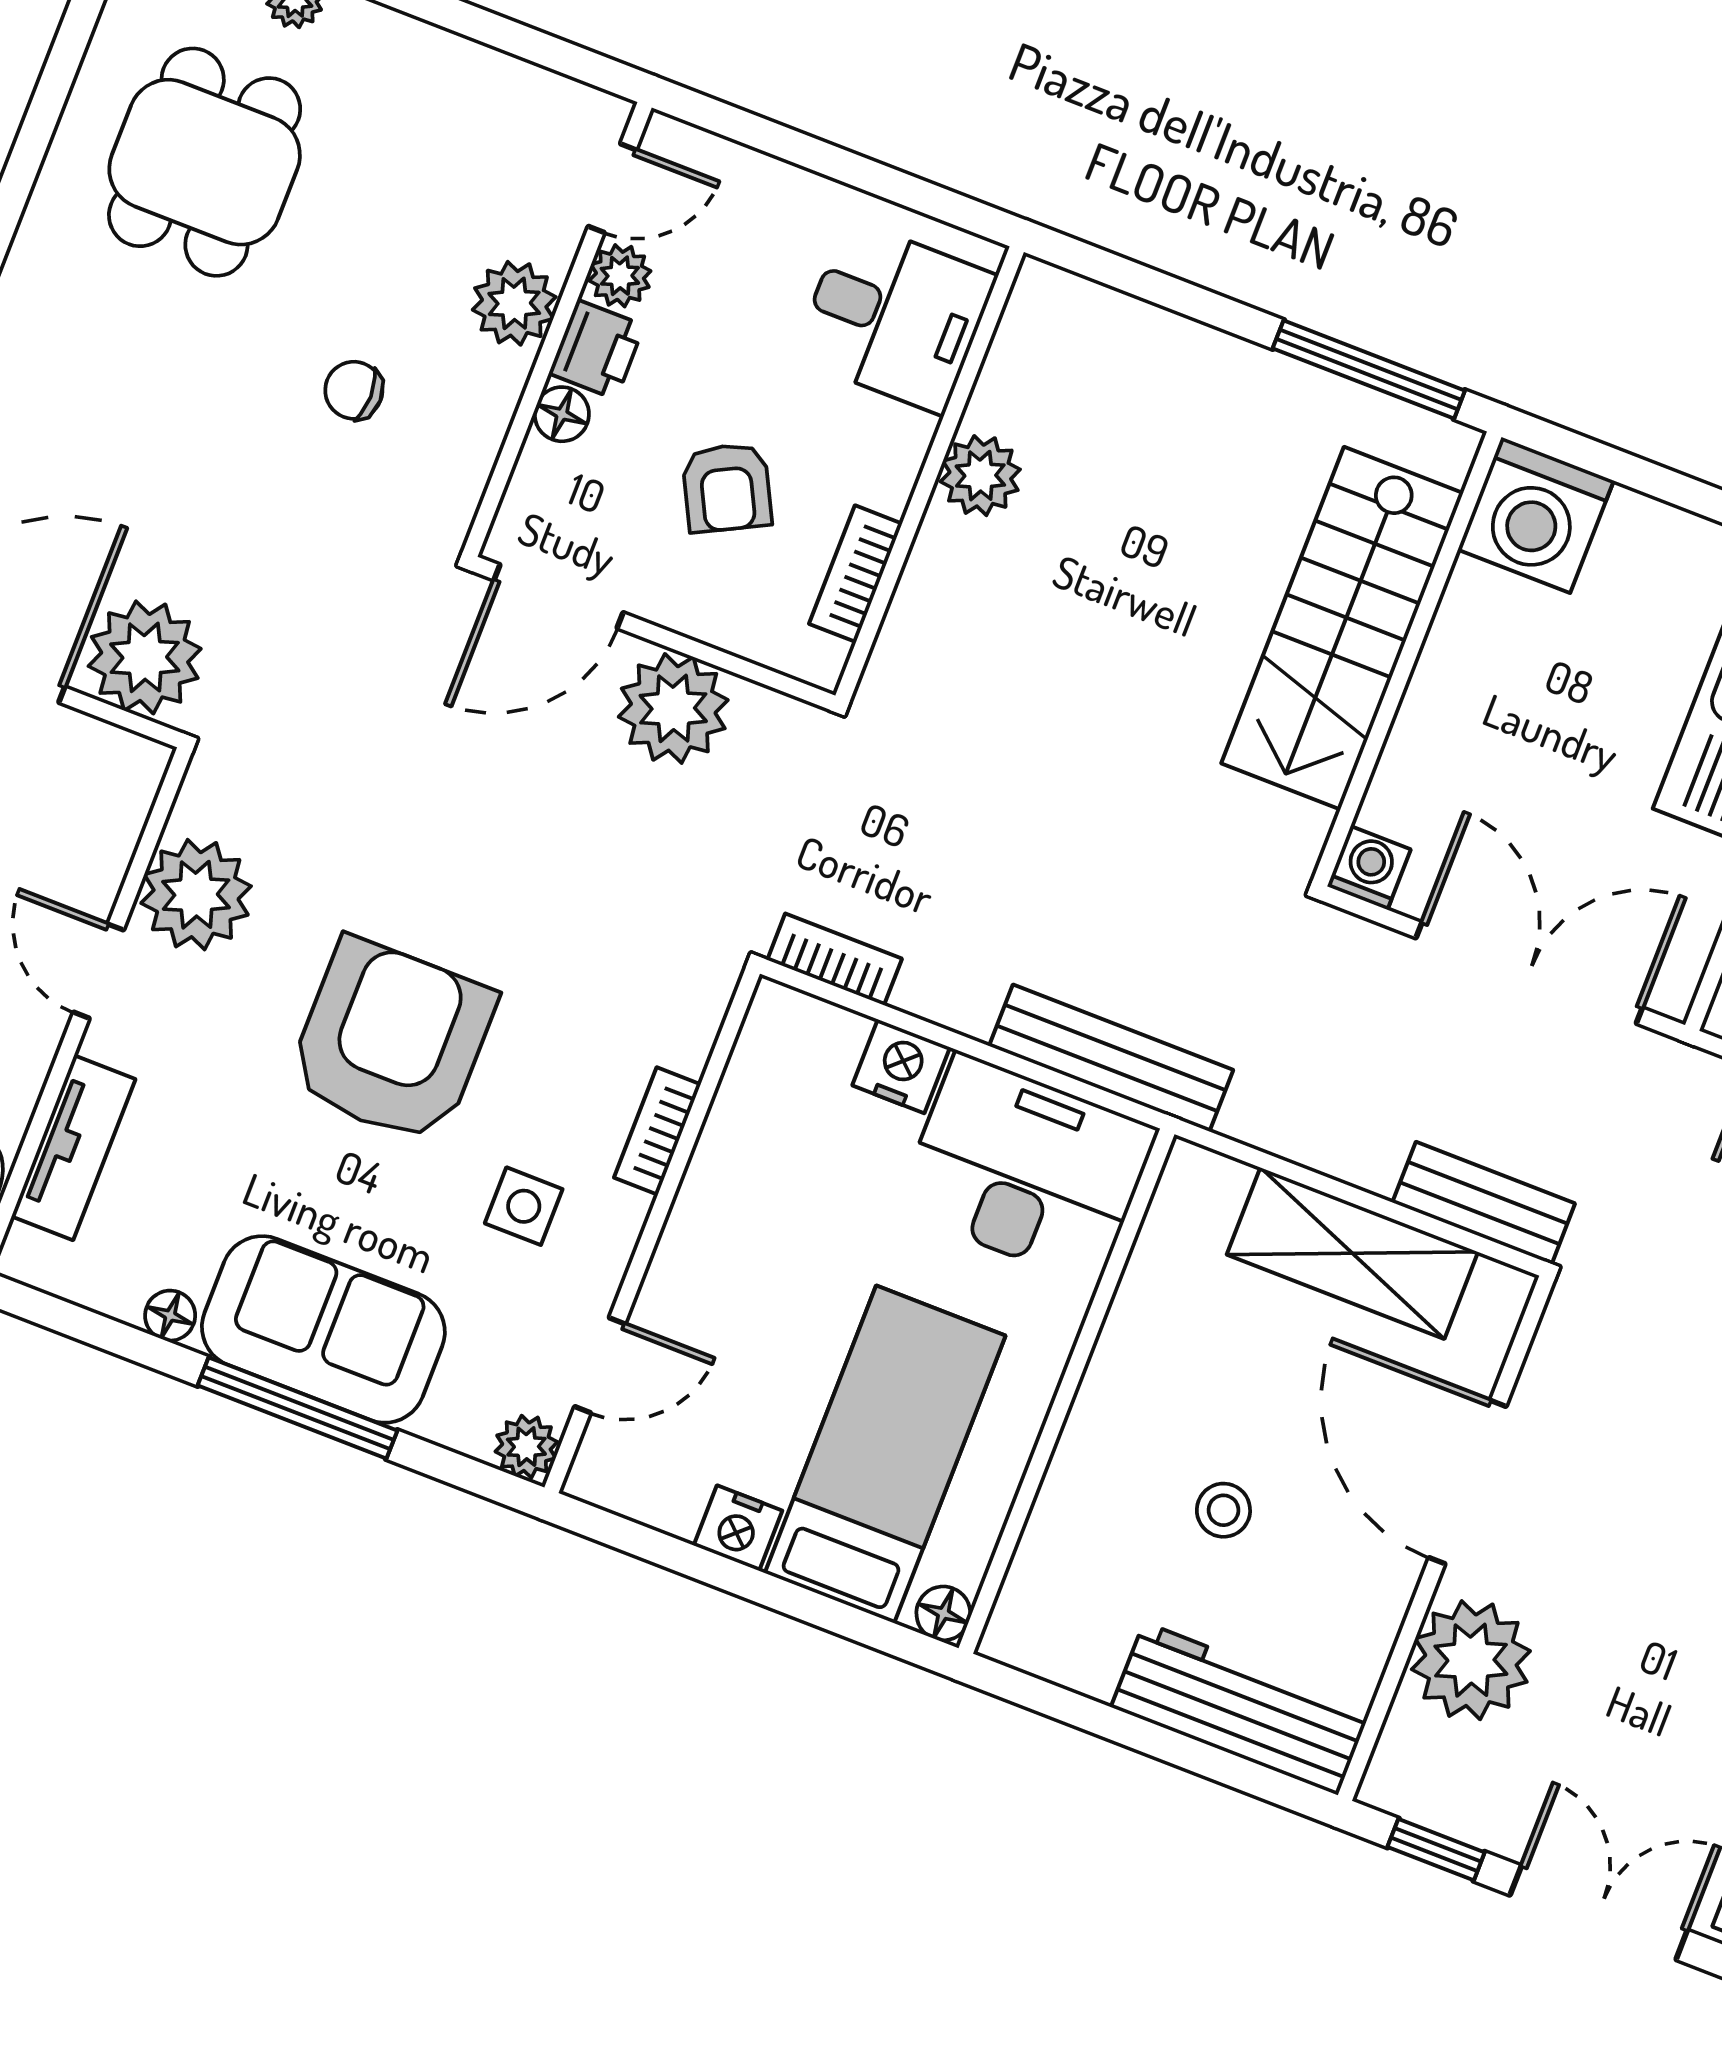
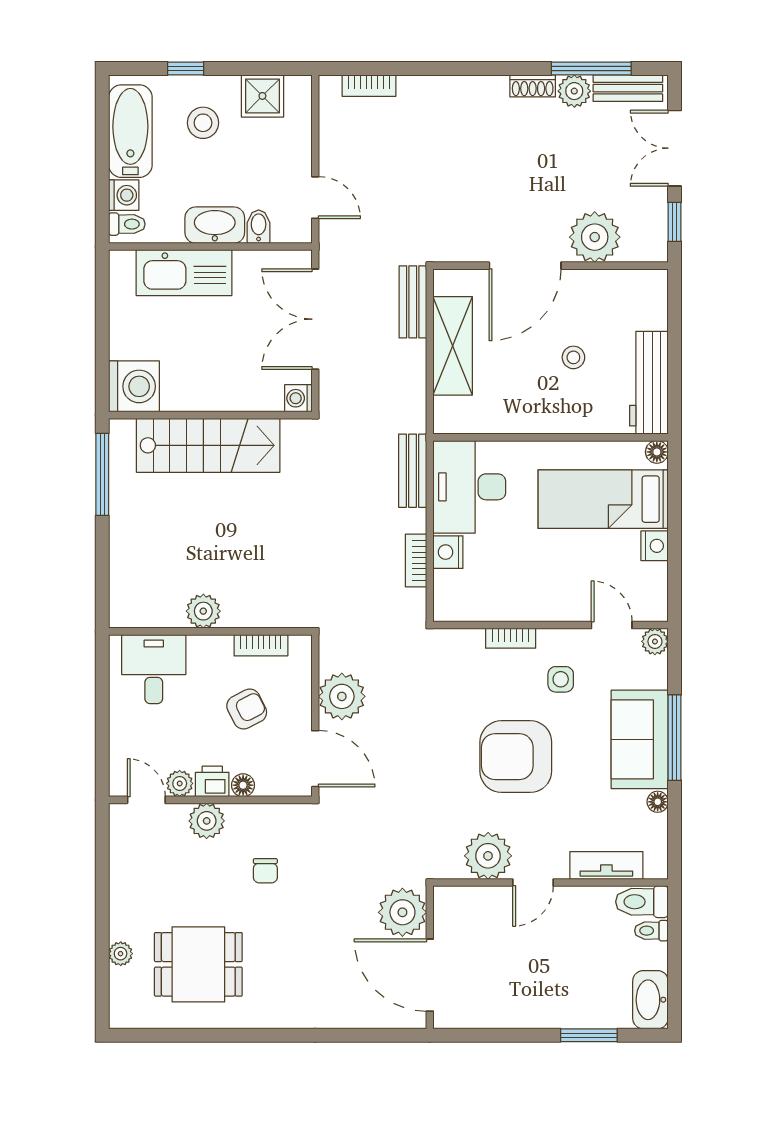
bookcase: (835, 959) -> (416, 561), moved
bench: (1111, 1058) -> (413, 471), width x0.73
workbench: (1241, 1709) -> (649, 383), moved

